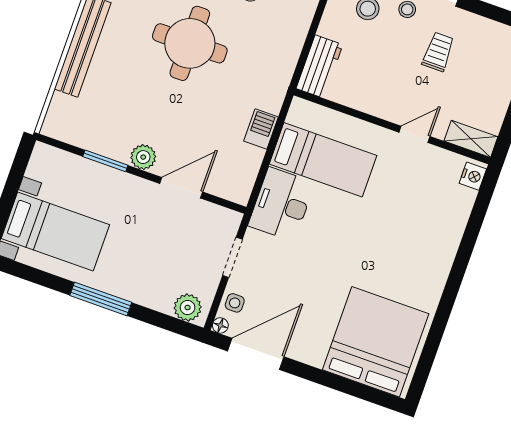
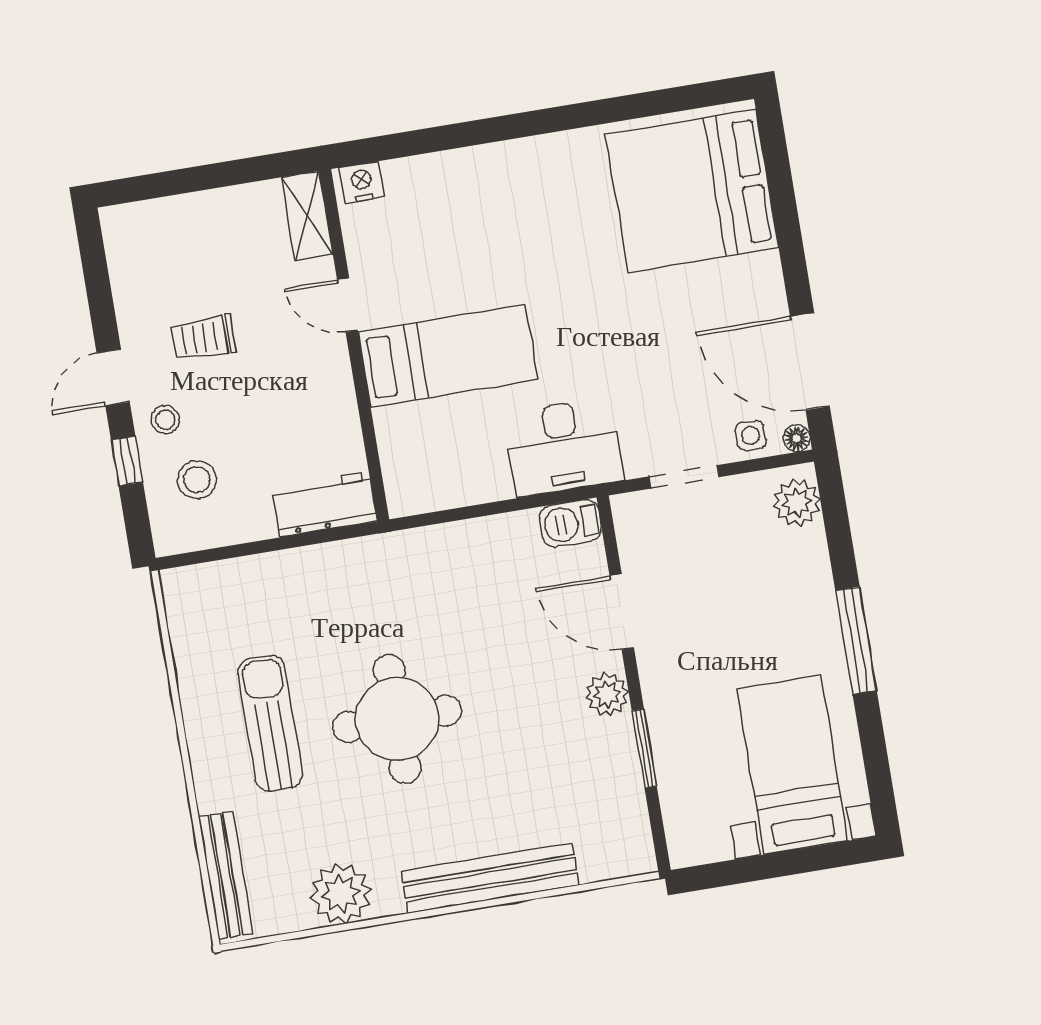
barbecue: (261, 129) -> (571, 523), moved
bed: (323, 160) -> (448, 356), moved, turned 90

